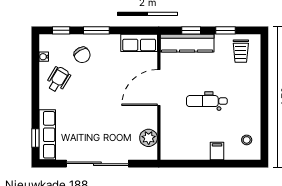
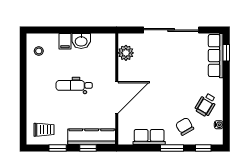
row of seats: (139, 43) -> (149, 137), moved
trolley: (241, 51) -> (44, 130), turned 90
dental chair: (207, 101) -> (74, 85), turned 180
washbasin: (199, 151) -> (81, 41), added

